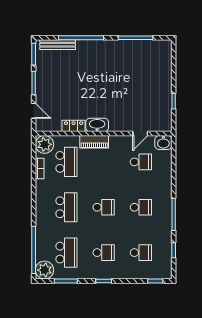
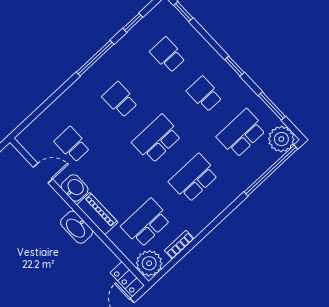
locker: (74, 126) -> (127, 279), moved
washbasin: (163, 143) -> (75, 188), moved
school desk: (104, 207) -> (157, 139), width x1.85

